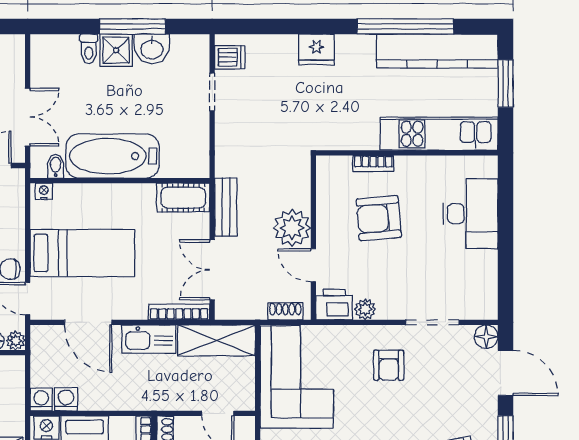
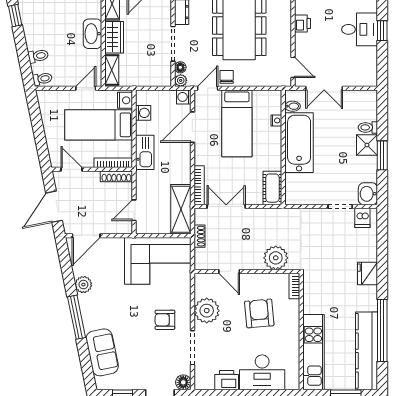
window: (132, 26) -> (382, 155), width x0.69
washbasin: (152, 49) -> (368, 194), moved
bookcase: (373, 163) -> (294, 286), moved
nightstand: (44, 191) -> (276, 120), moved
bench: (226, 207) -> (266, 215), removed
plant: (292, 228) -> (276, 258), moved
door: (313, 265) -> (229, 271), swing flipped
printer: (334, 305) -> (227, 380), moved, turned -90
plant: (365, 309) -> (207, 311), width x1.88, depth x1.88
shoe rack: (285, 311) -> (200, 236), moved
kitchen sink: (149, 339) -> (145, 152), moved, turned 180
washing machine: (41, 400) -> (184, 97), moved, turned 180

